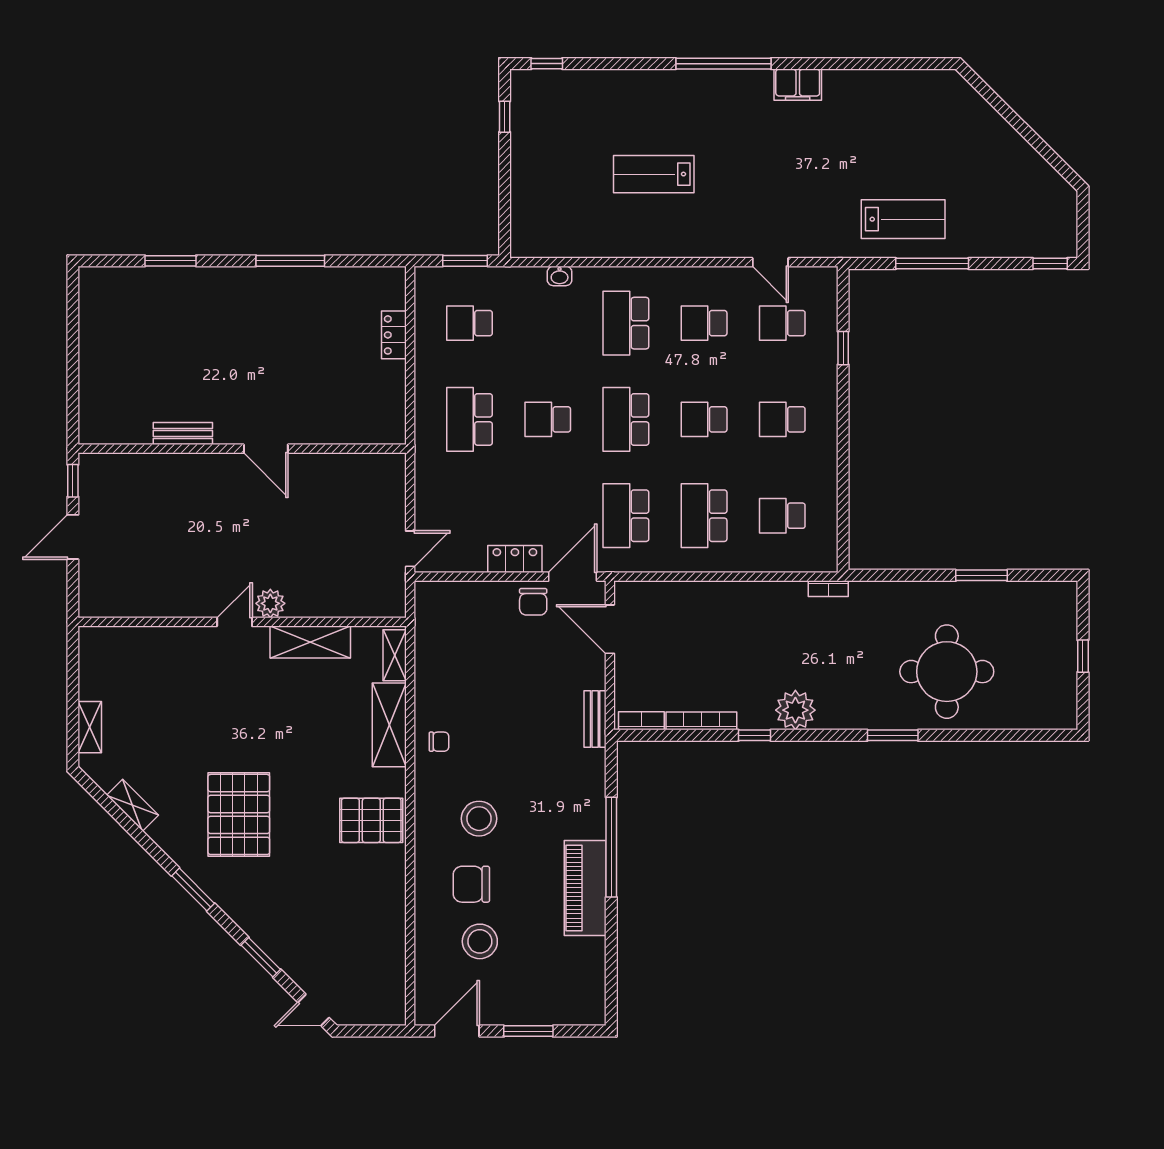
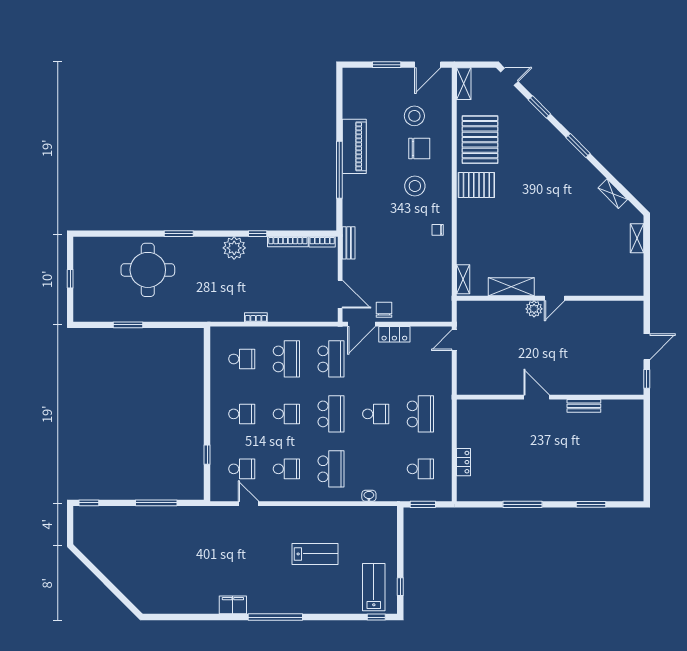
lab bench: (903, 219) -> (374, 587), moved, turned 90
bookcase: (828, 589) -> (256, 317), moved
shelving: (389, 725) -> (464, 84), moved, width x0.67, depth x0.75
pallet: (239, 814) -> (480, 140), moved

